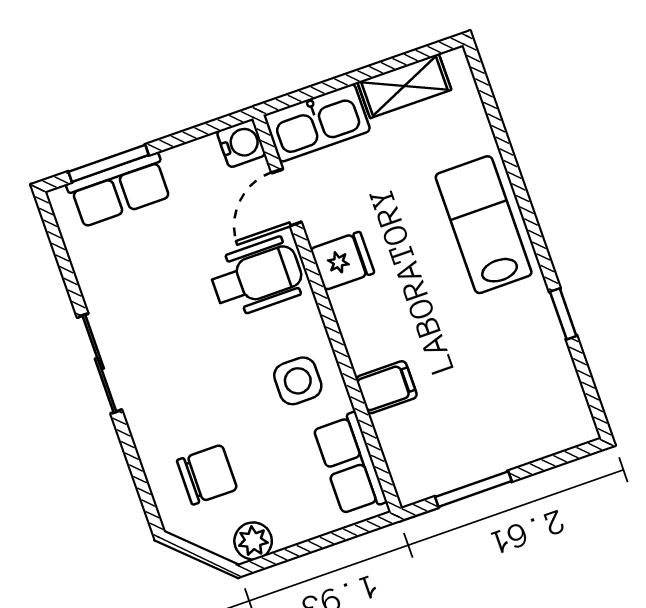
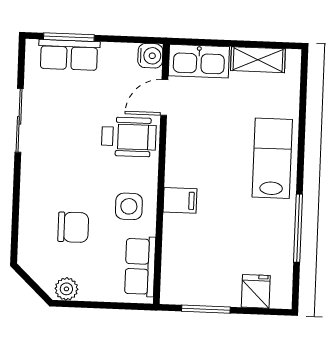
fridge: (342, 261) -> (256, 291), moved, turned -90
window: (563, 314) -> (298, 228), width x2.17
sliding door: (99, 364) -> (19, 120), moved
filing cabinet: (386, 387) -> (180, 200), moved
chair: (207, 475) -> (73, 227), moved

